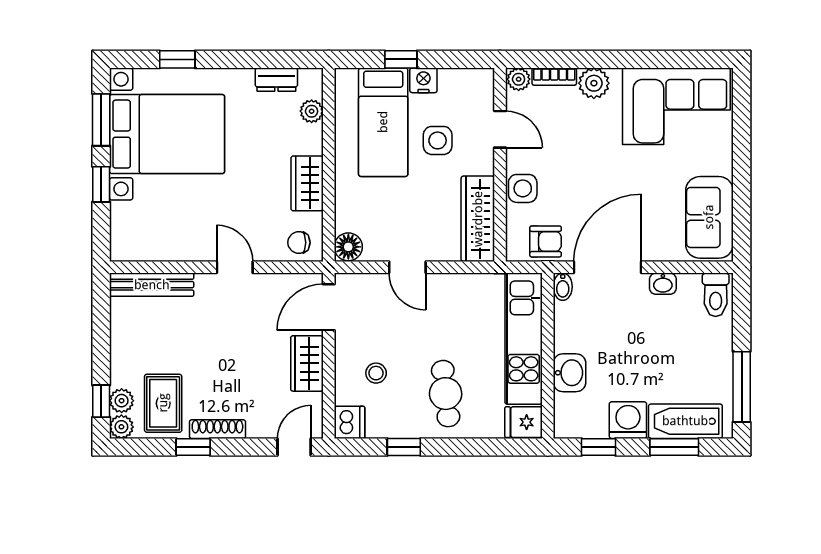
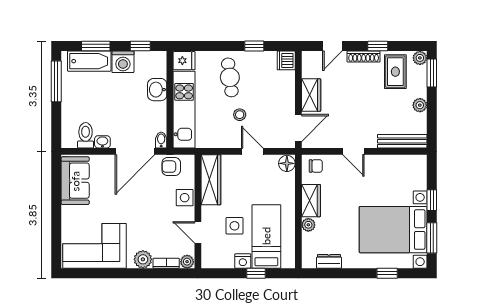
plant: (312, 111) -> (308, 225), moved
toilet: (716, 295) -> (86, 135), moved
stool: (376, 373) -> (240, 115), moved
window: (101, 401) -> (432, 73), width x1.50
plant: (122, 401) -> (420, 105), moved
door: (294, 447) -> (332, 46), moved

